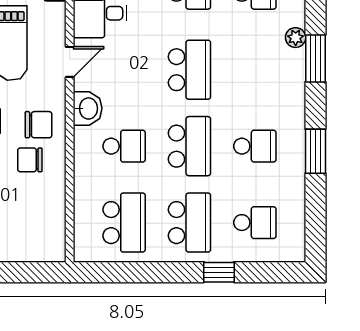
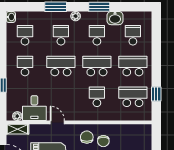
plant: (296, 38) -> (76, 16), moved
school desk: (255, 70) -> (61, 35), added
washbasin: (88, 108) -> (115, 18), moved, turned 180
window: (219, 272) -> (156, 94), moved

